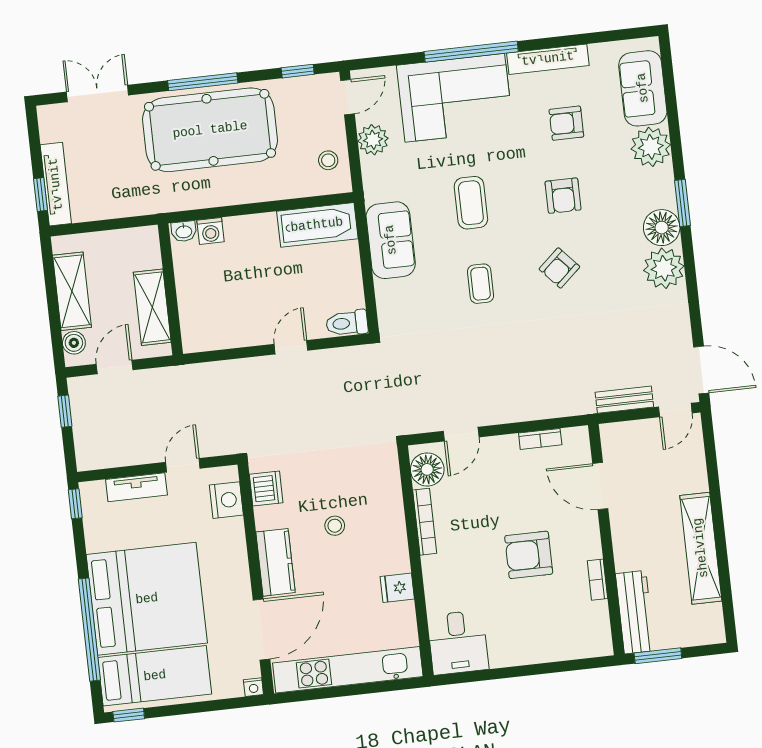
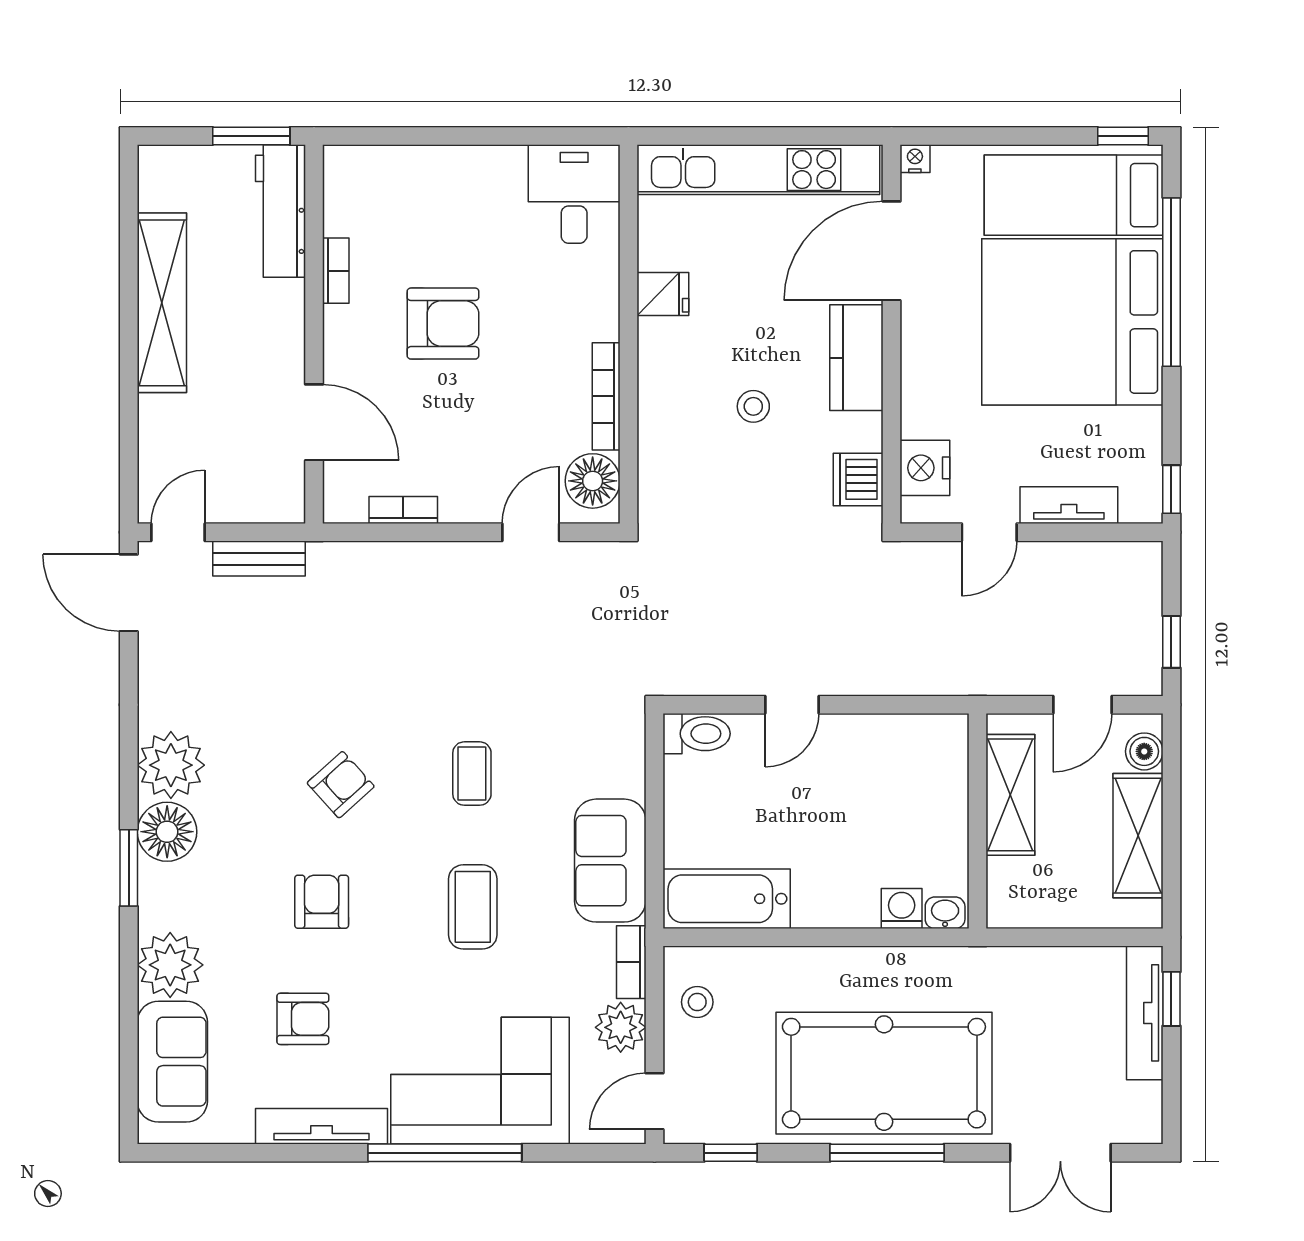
bookcase: (371, 180) -> (631, 962), added

